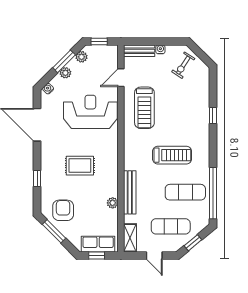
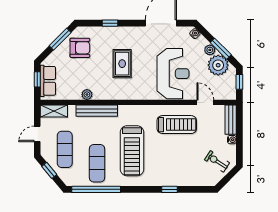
plant: (82, 57) -> (218, 65), width x1.88, depth x1.88
treadmill: (144, 108) -> (177, 125), turned 180
treadmill: (172, 155) -> (132, 151), width x1.37, depth x1.37

